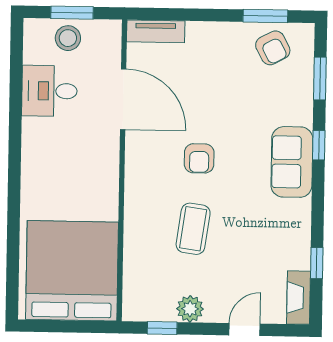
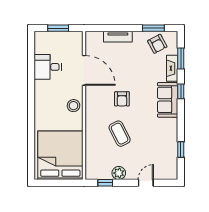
tv unit: (156, 31) -> (118, 37), moved
stool: (68, 38) -> (74, 106), moved
coffee table: (193, 229) -> (120, 134), turned -35
fireplace: (299, 298) -> (172, 68), moved

